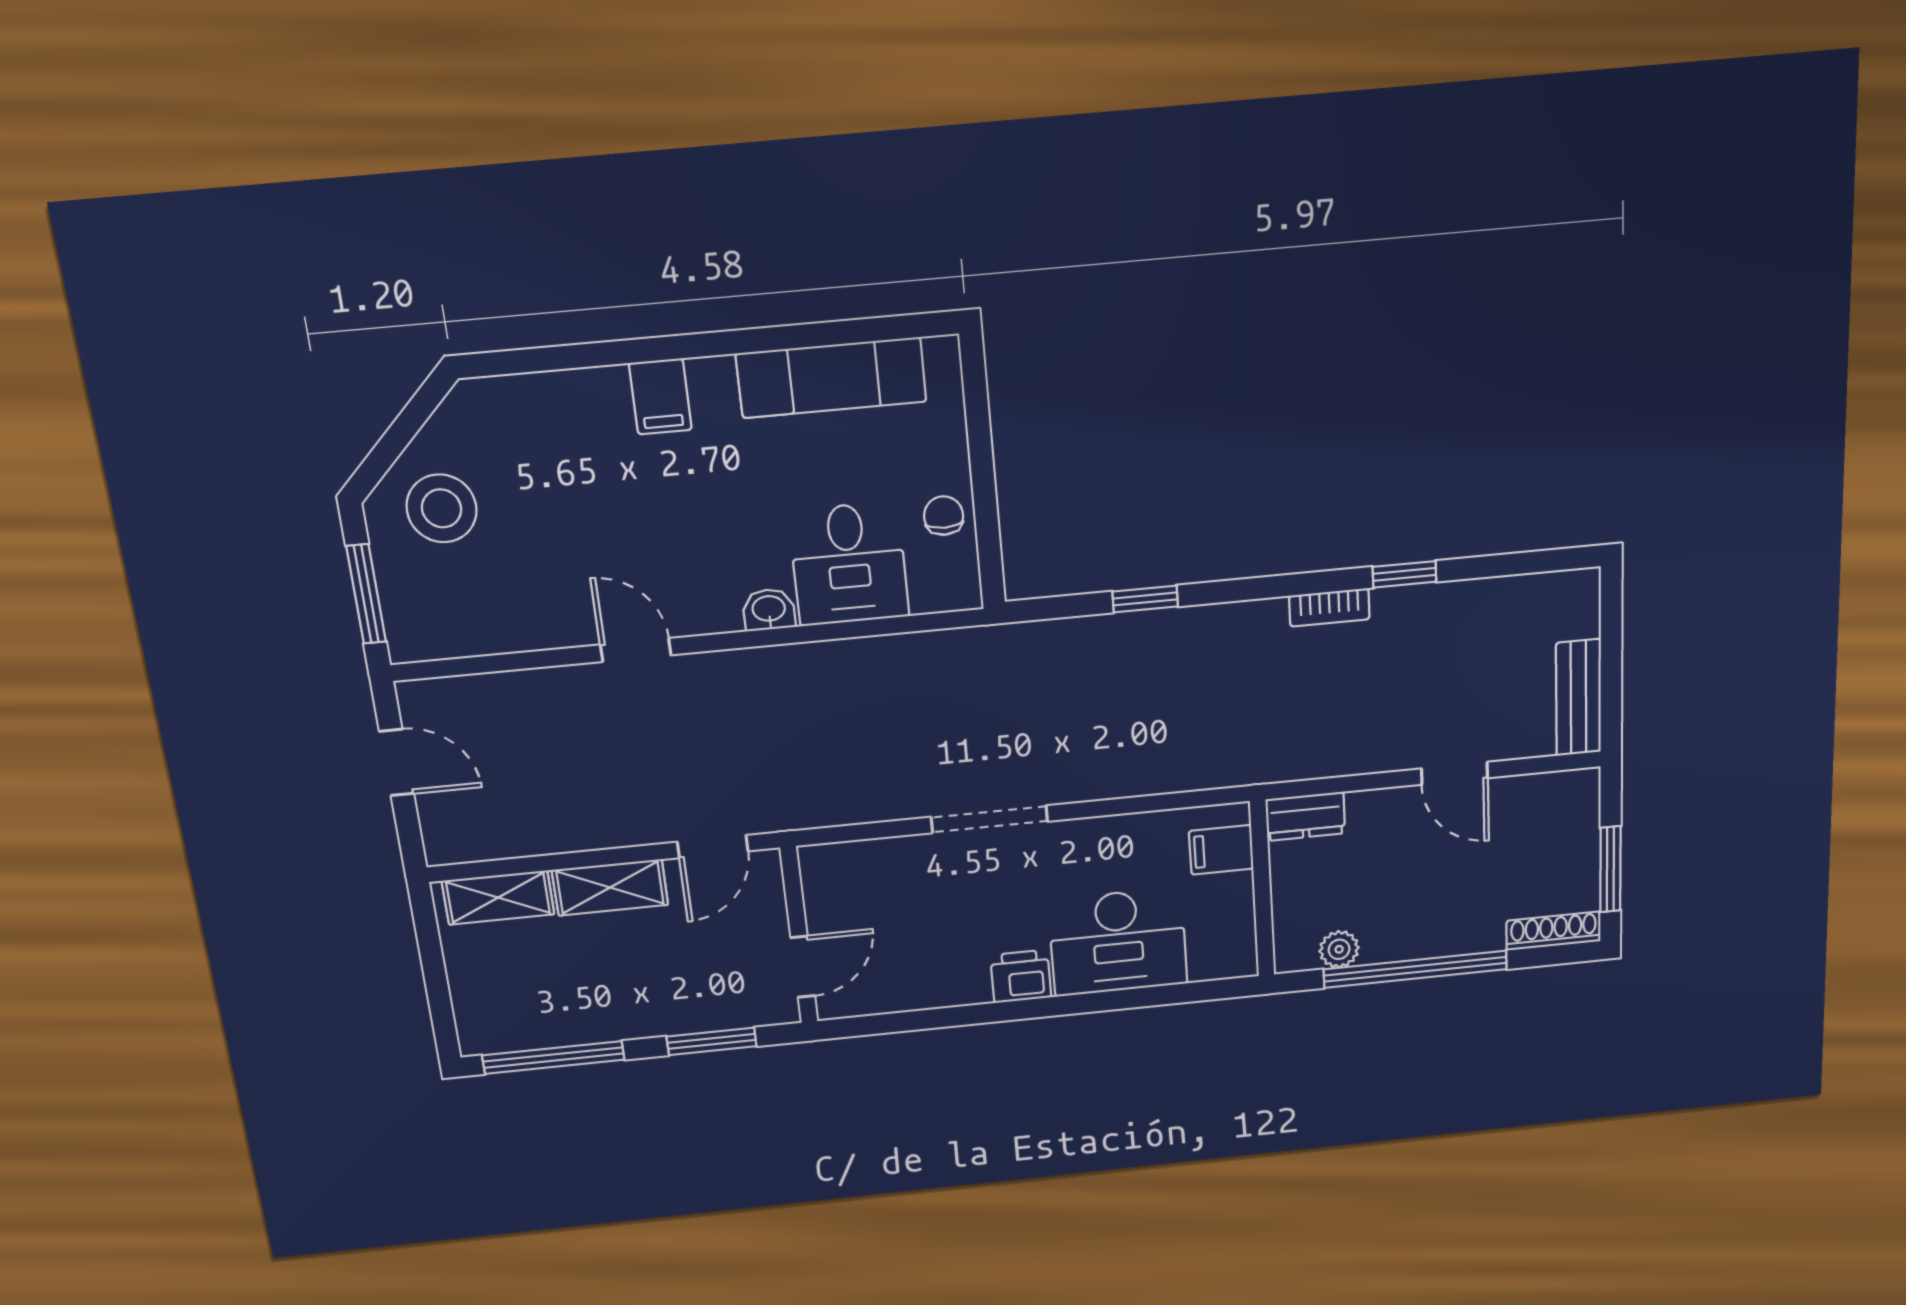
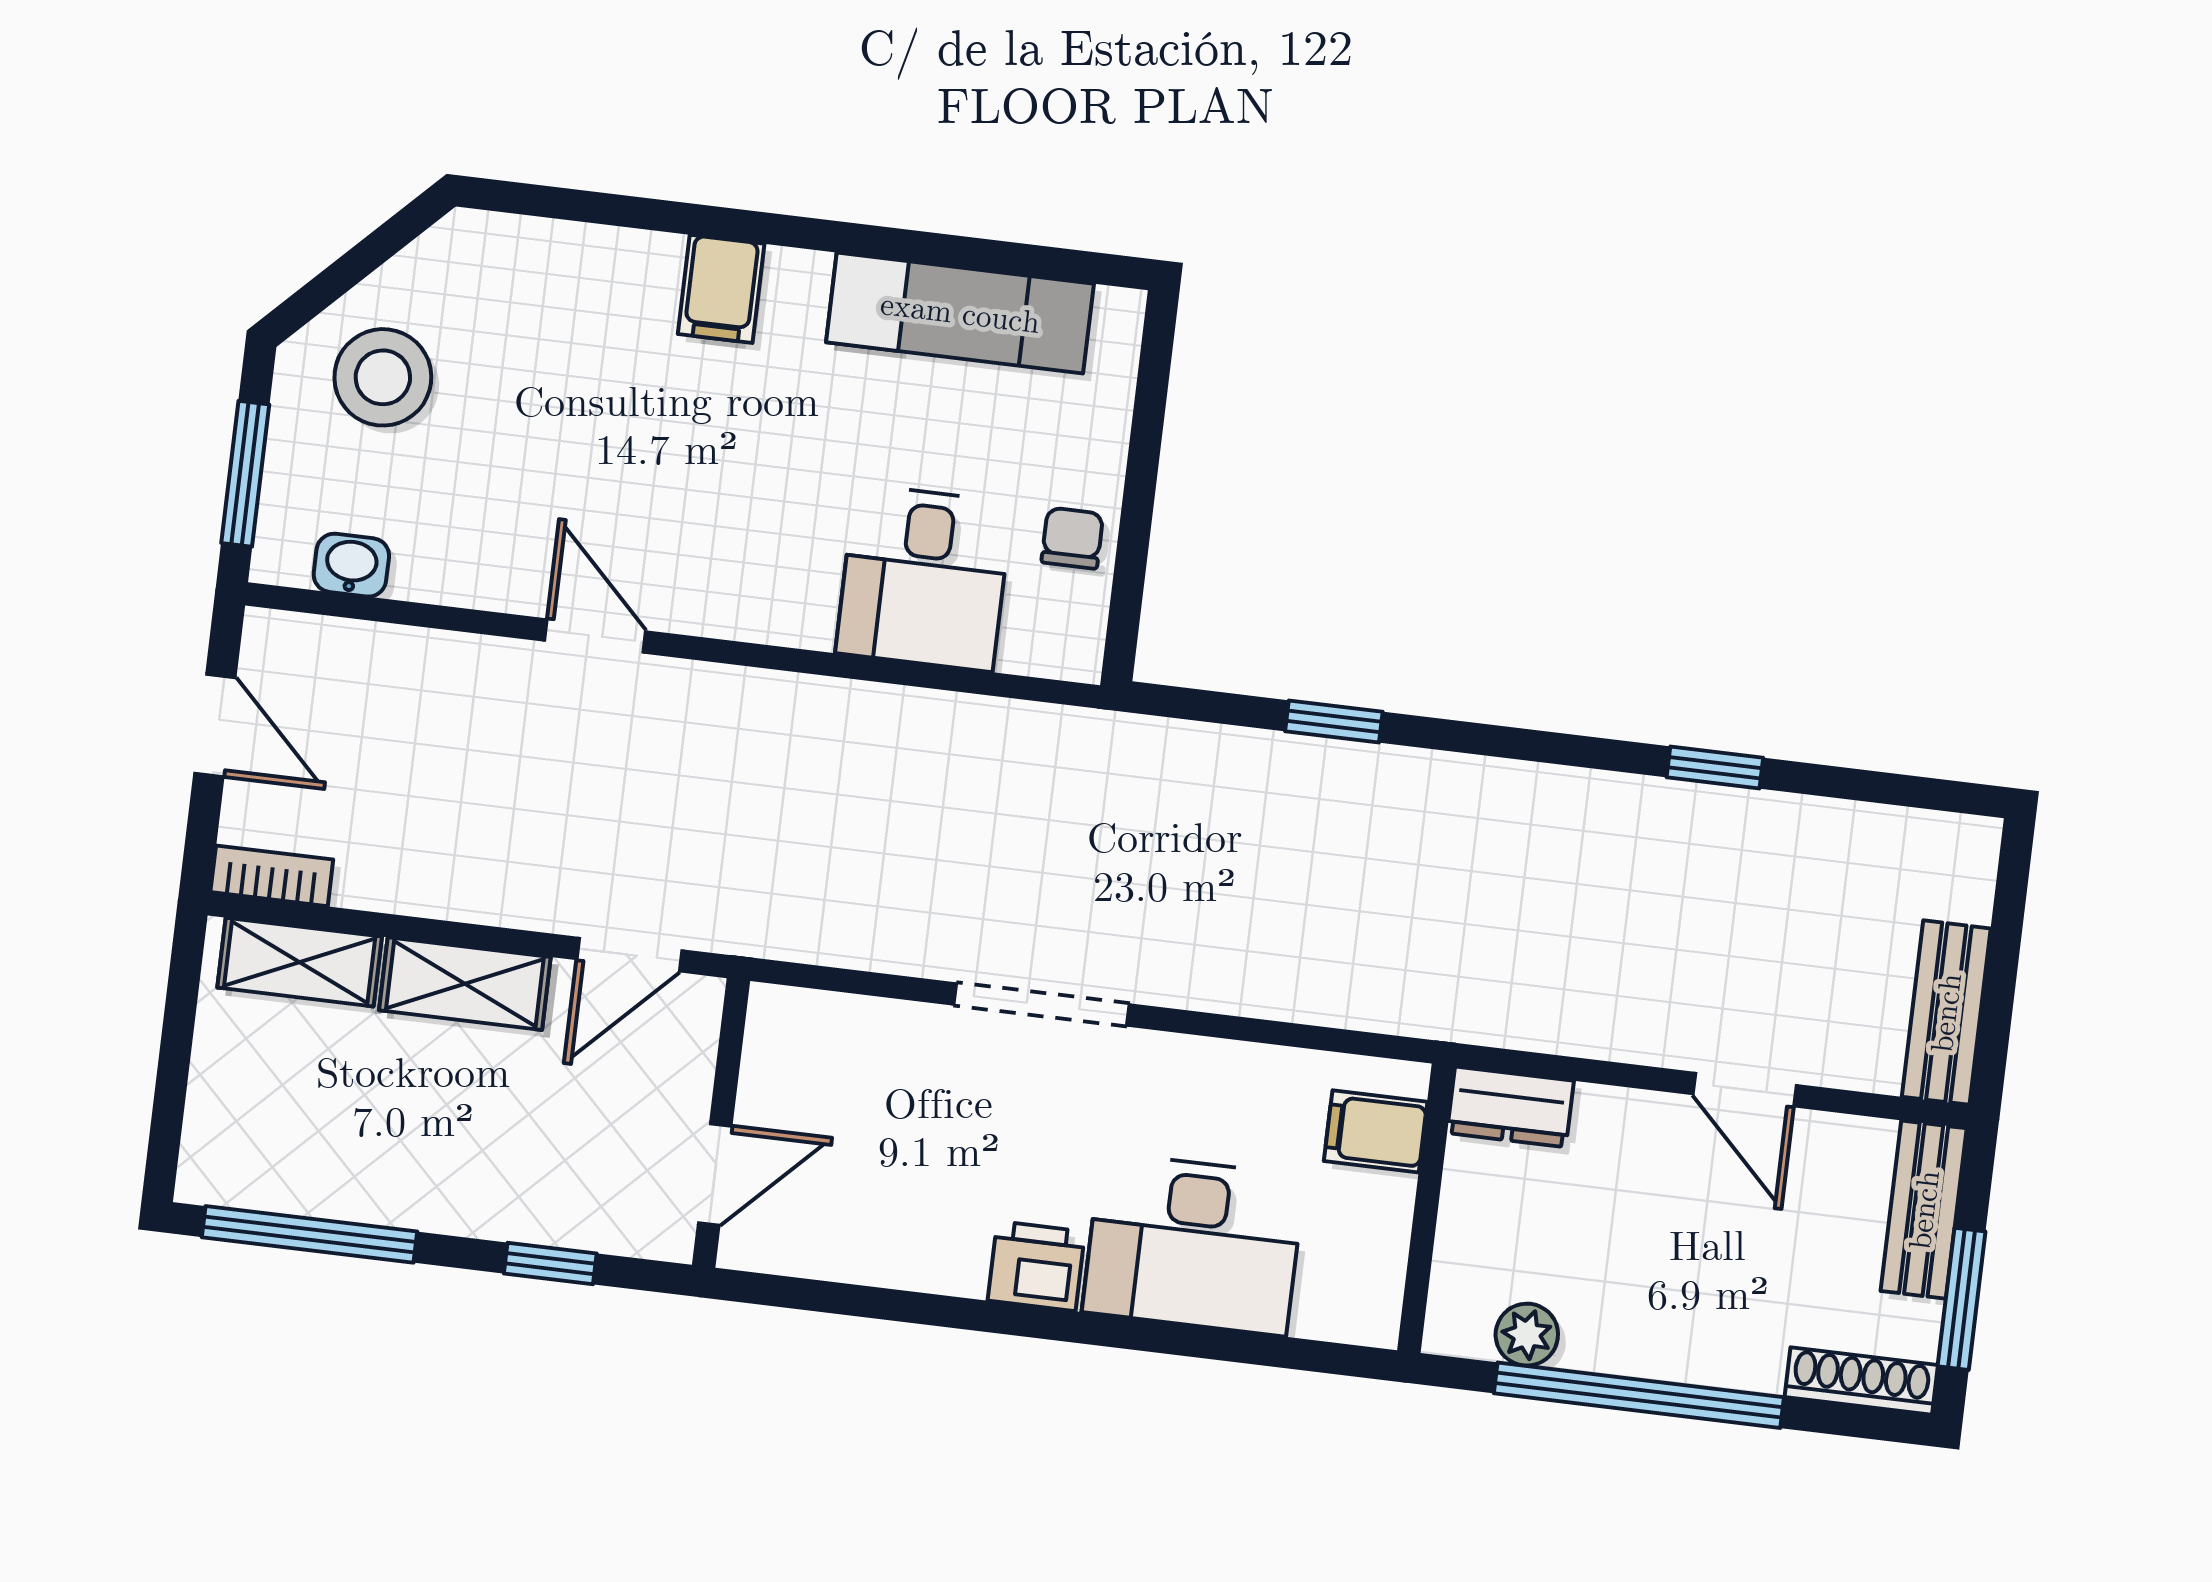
bookcase: (1329, 608) -> (272, 876), moved, turned 180
washbasin: (769, 610) -> (351, 565), moved
bench: (1579, 821) -> (1924, 1210), added
window: (712, 1041) -> (550, 1263), width x0.67

